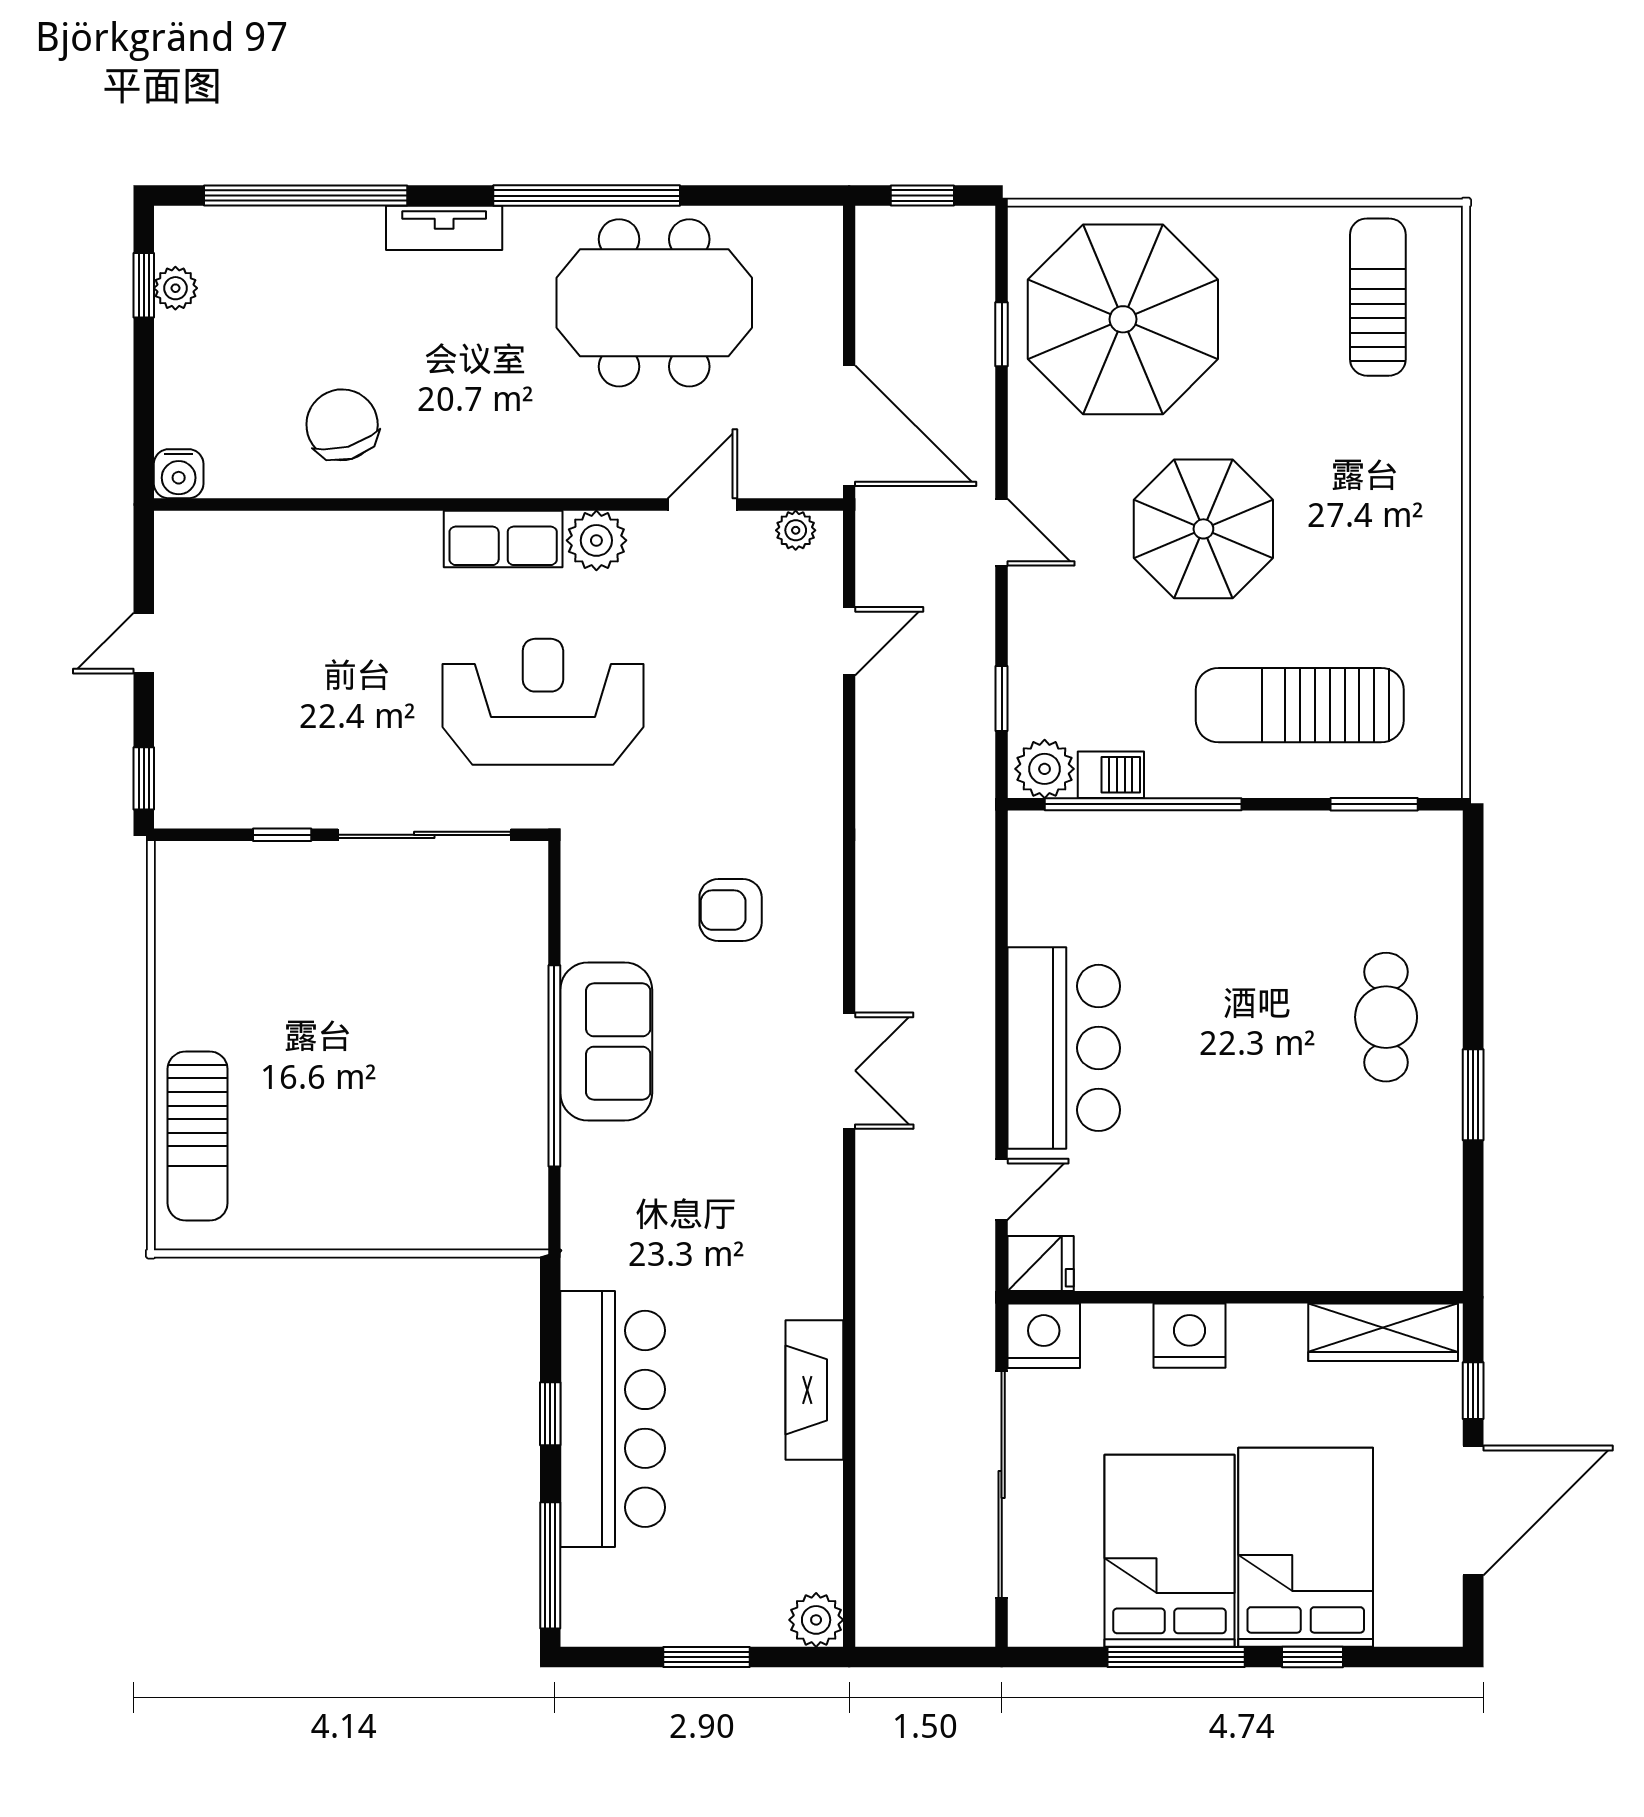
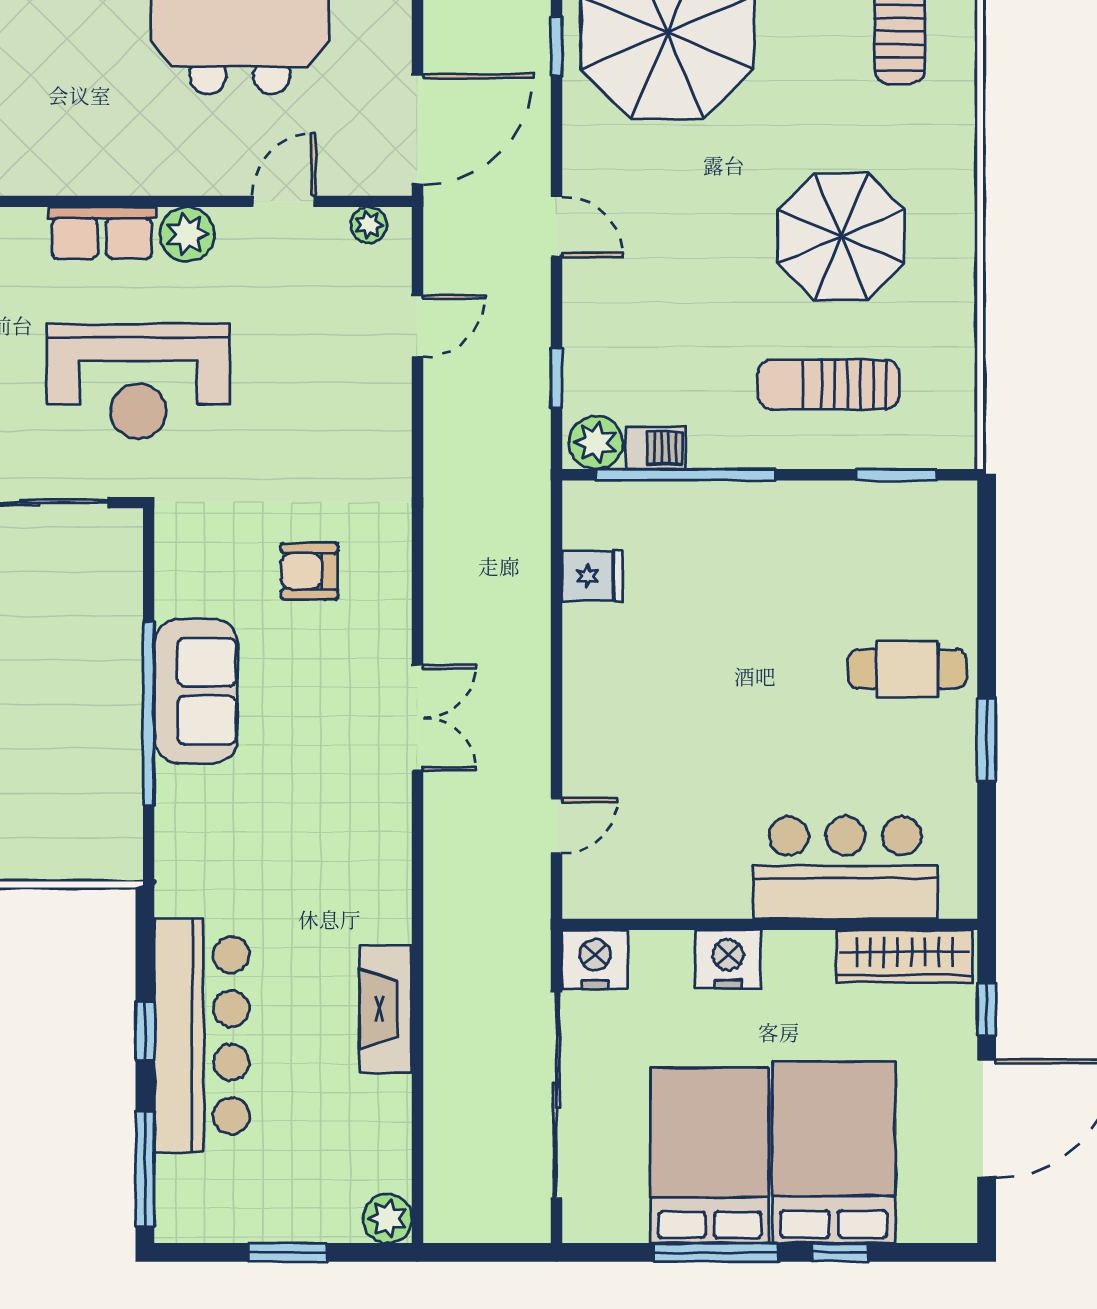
door: (849, 426) -> (417, 129), hinge flipped
parasol: (1203, 529) -> (841, 237), moved
reception desk: (543, 702) -> (138, 381), turned 180
sun lounger: (1300, 705) -> (829, 384), width x0.73, depth x0.75
cafe table: (1386, 1017) -> (907, 669), turned 90
bar counter: (1064, 1048) -> (845, 868), moved, turned -90
fridge: (1041, 1263) -> (592, 576), moved

